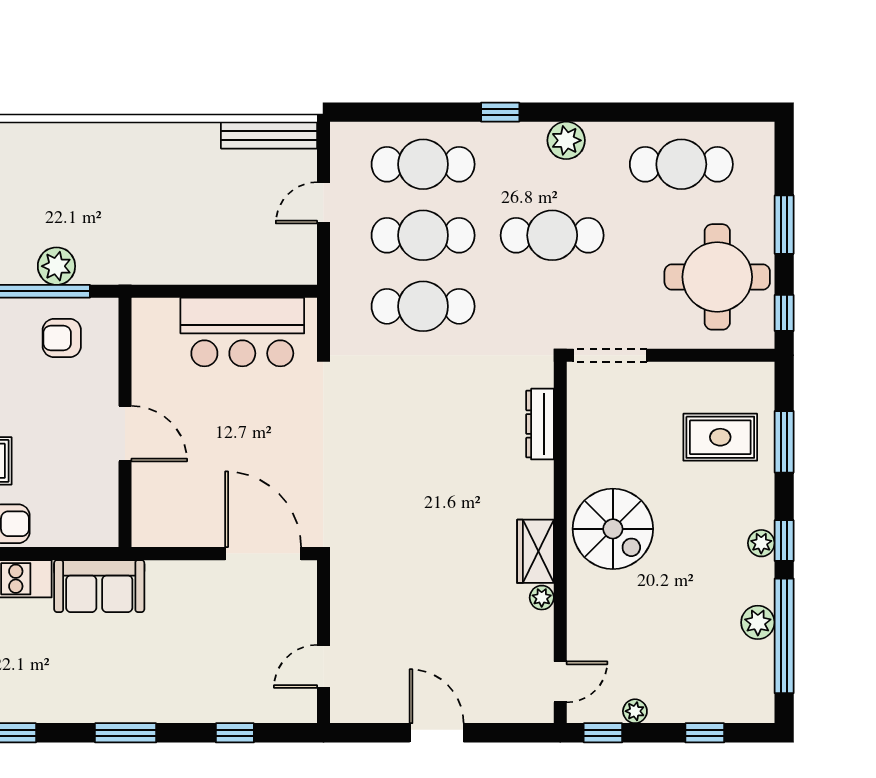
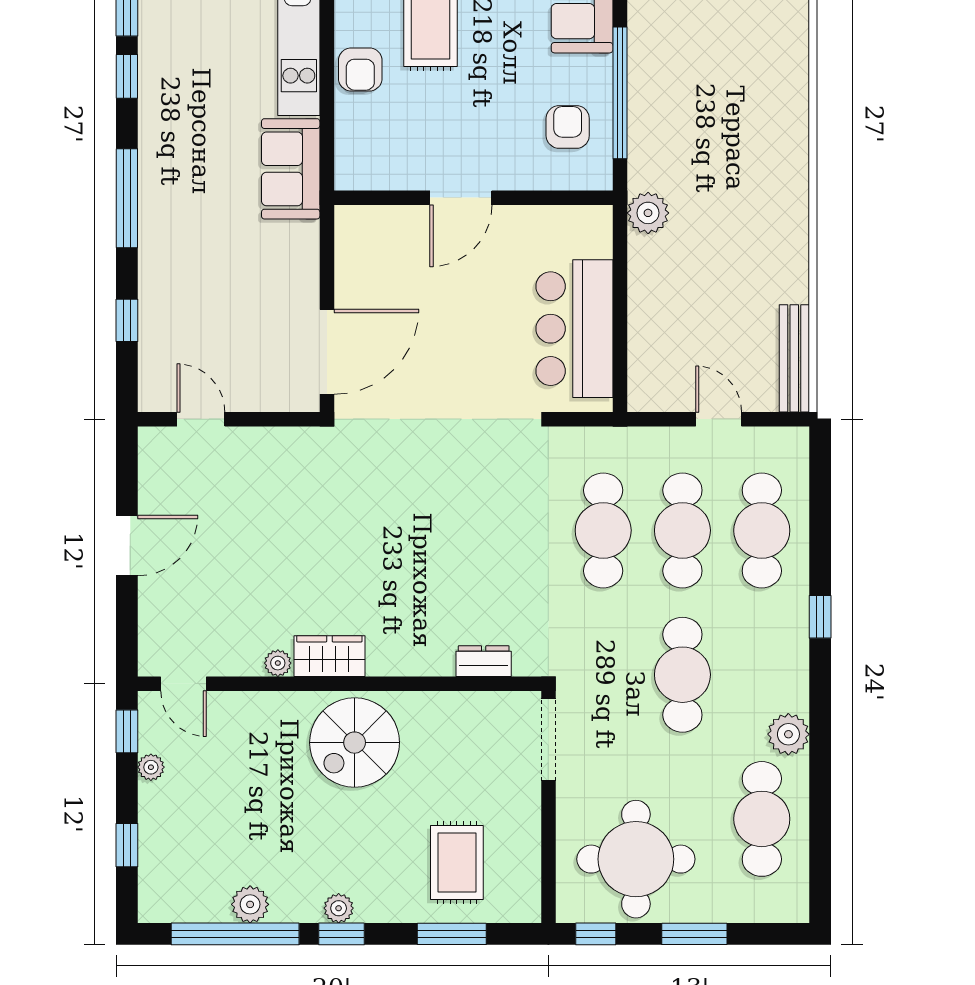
plant: (566, 140) -> (788, 734), moved
plant: (56, 266) -> (648, 213), moved
dresser: (540, 424) -> (484, 661), width x0.70
window: (126, 733) -> (127, 198), width x1.44

